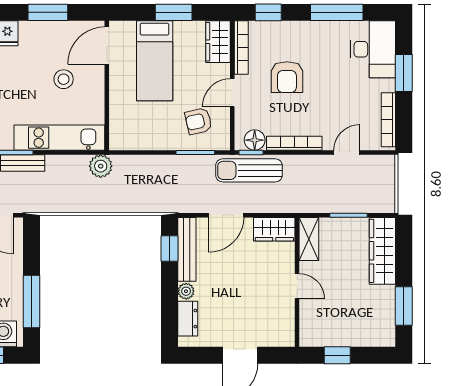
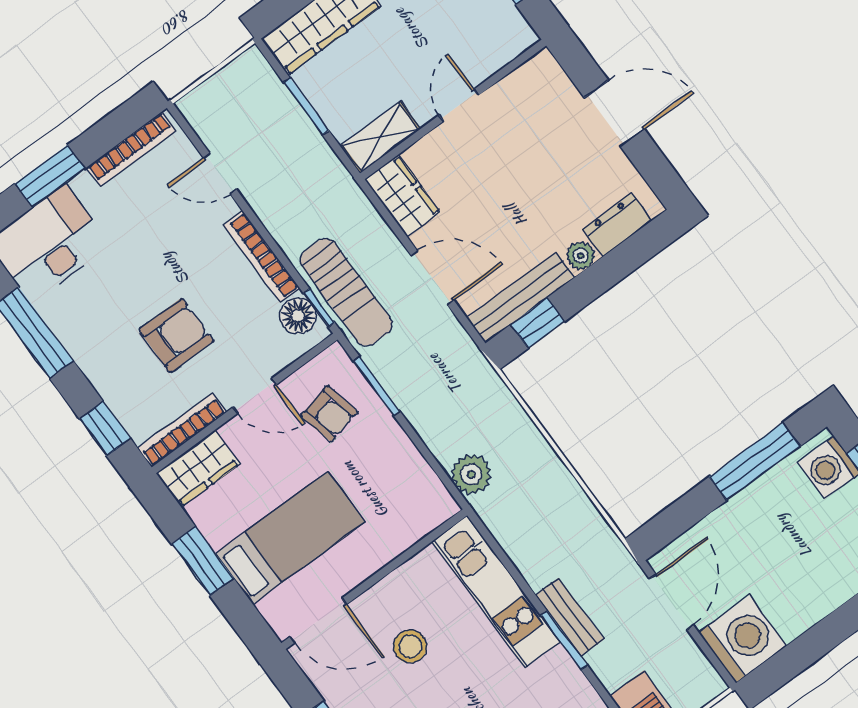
plant: (101, 166) -> (471, 474), moved

